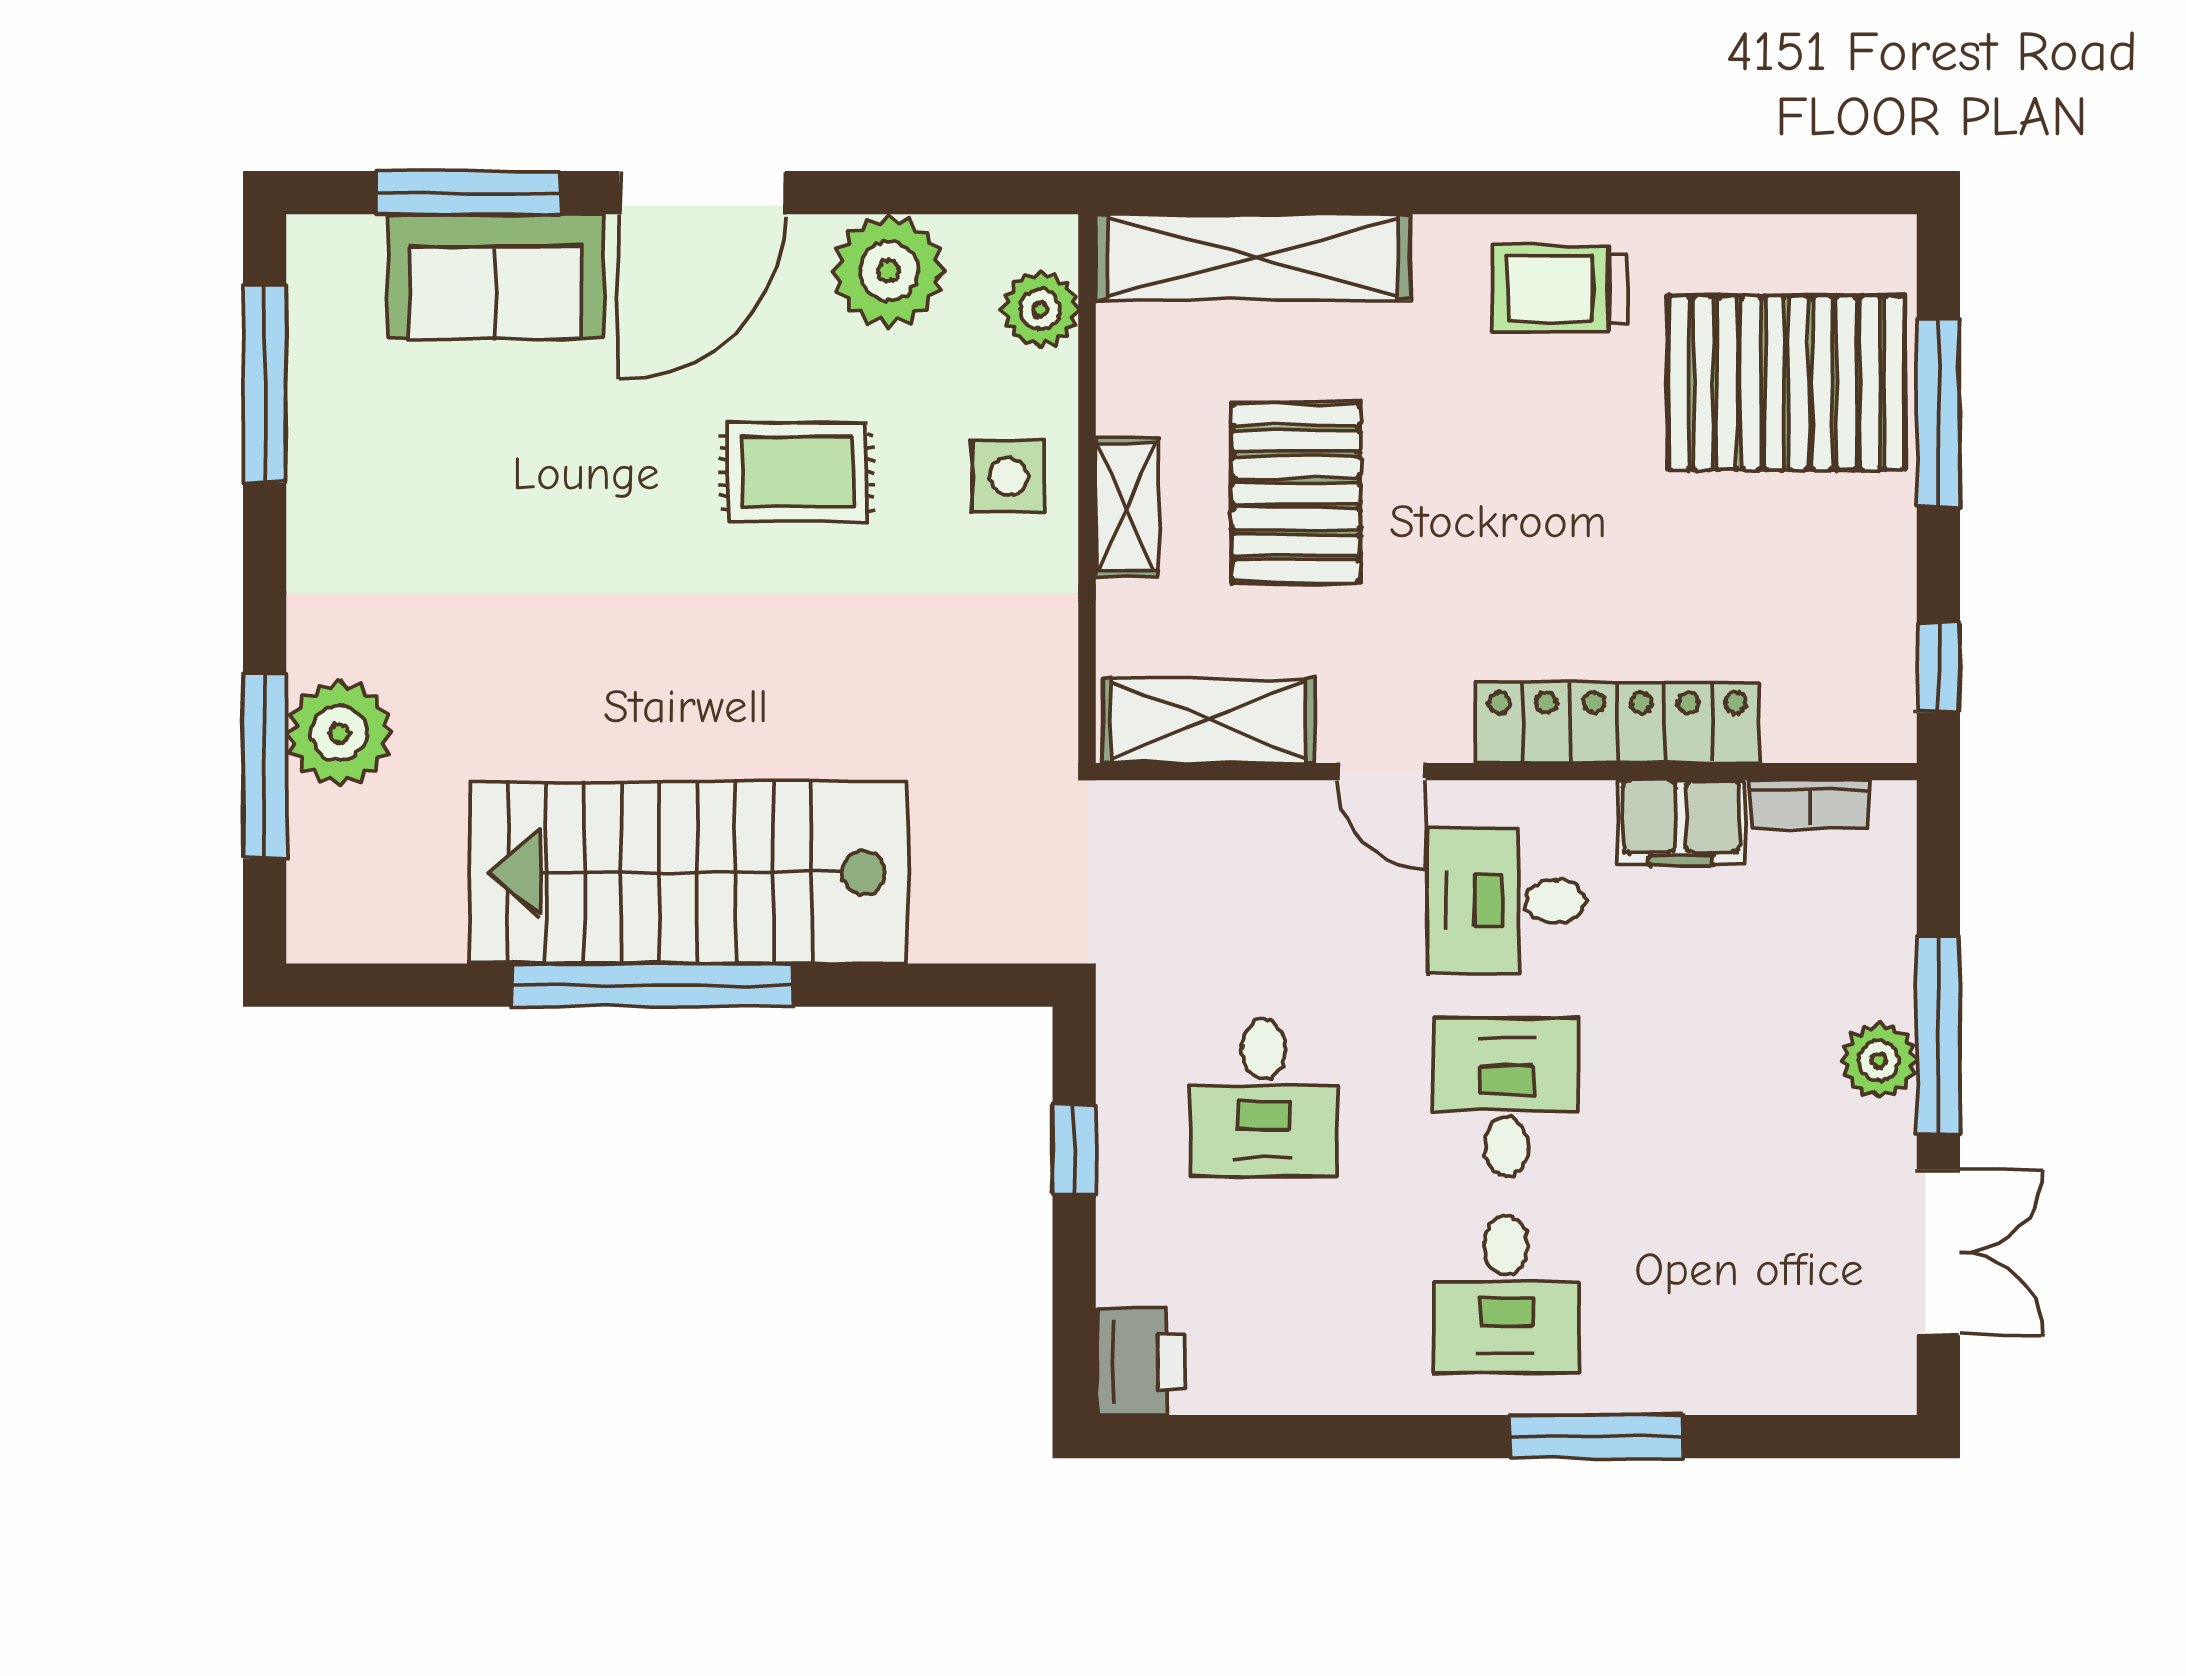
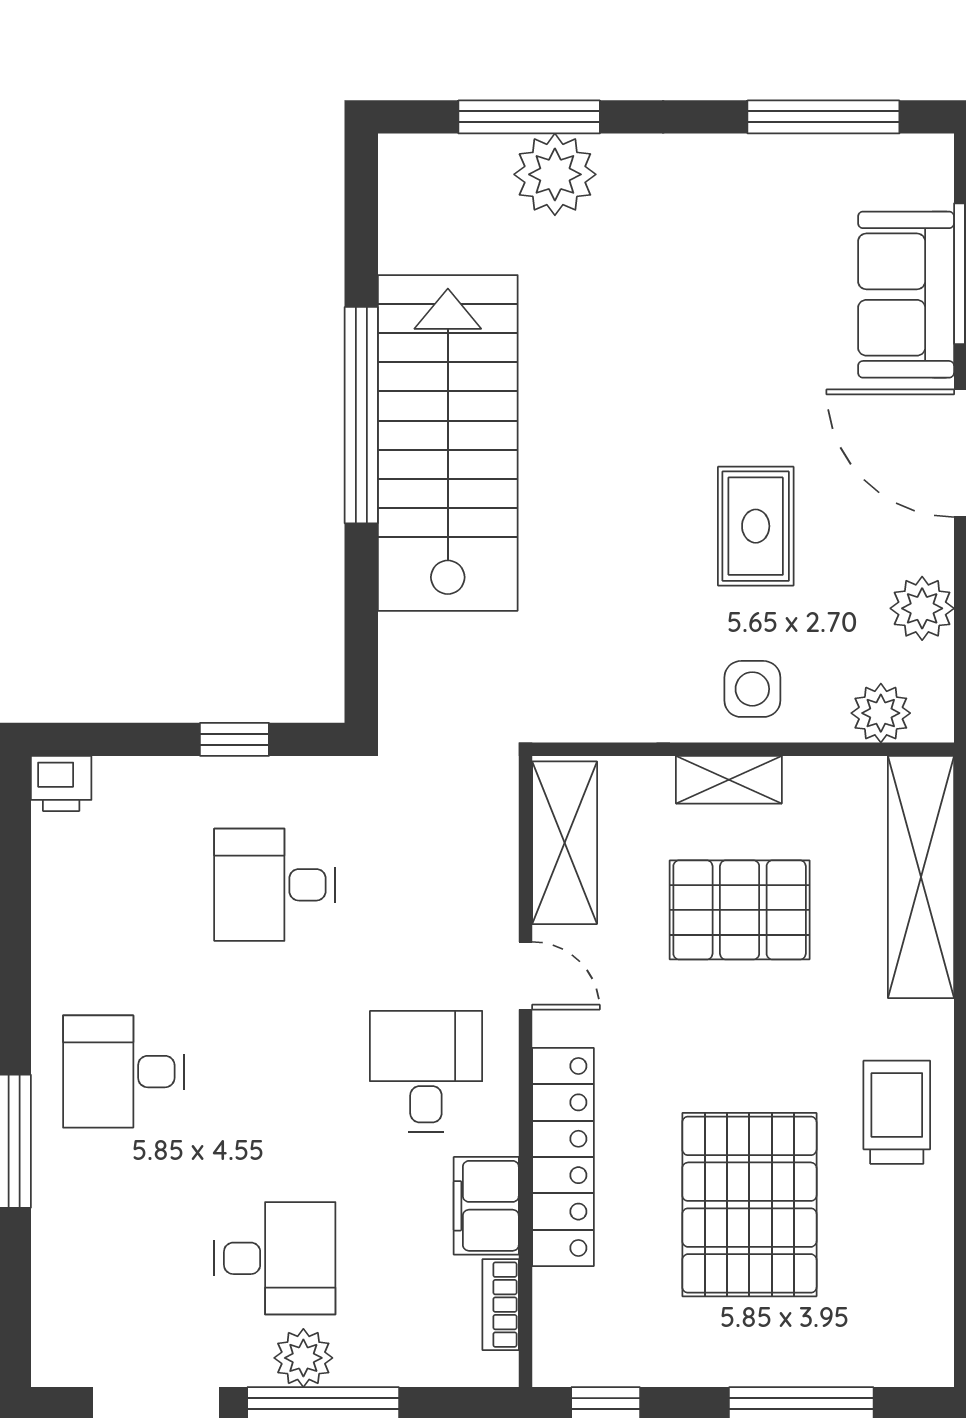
plant: (889, 271) -> (922, 608), width x0.73, depth x0.73
pallet: (1787, 383) -> (749, 1205), moved
door: (1382, 772) -> (525, 976), swing flipped
desk: (1506, 1098) -> (275, 1258), moved
printer: (1140, 1361) -> (61, 783), width x0.73, depth x0.81

